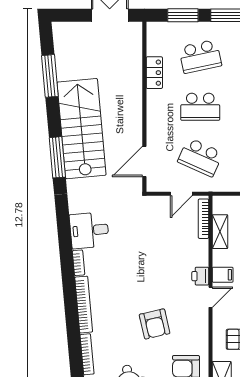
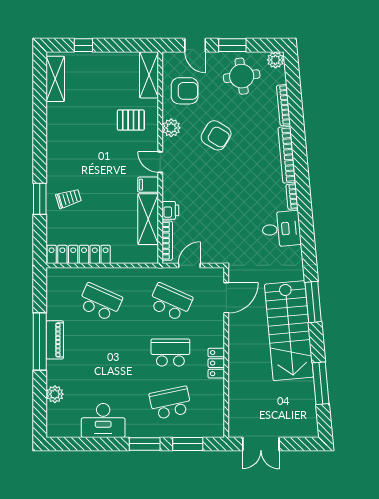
locker: (154, 73) -> (216, 363), moved
shelving: (220, 232) -> (148, 219), width x1.50, depth x1.33
printer: (200, 276) -> (170, 210), moved
door: (210, 297) -> (160, 162), hinge flipped
armchair: (155, 324) -> (216, 135), turned 134
plant: (199, 332) -> (171, 128), added

